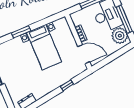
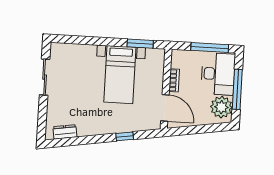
window: (21, 32) -> (140, 44), moved

